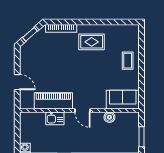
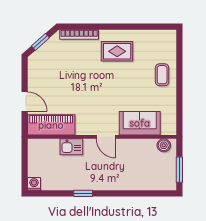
sofa: (123, 100) -> (140, 123), moved
piano: (53, 101) -> (51, 125), moved
boiler: (109, 117) -> (164, 145), moved

